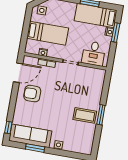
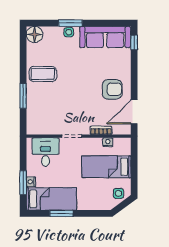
window: (101, 115) -> (23, 96), moved
window: (35, 148) -> (70, 23), moved
floor lamp: (86, 148) -> (35, 34), added

